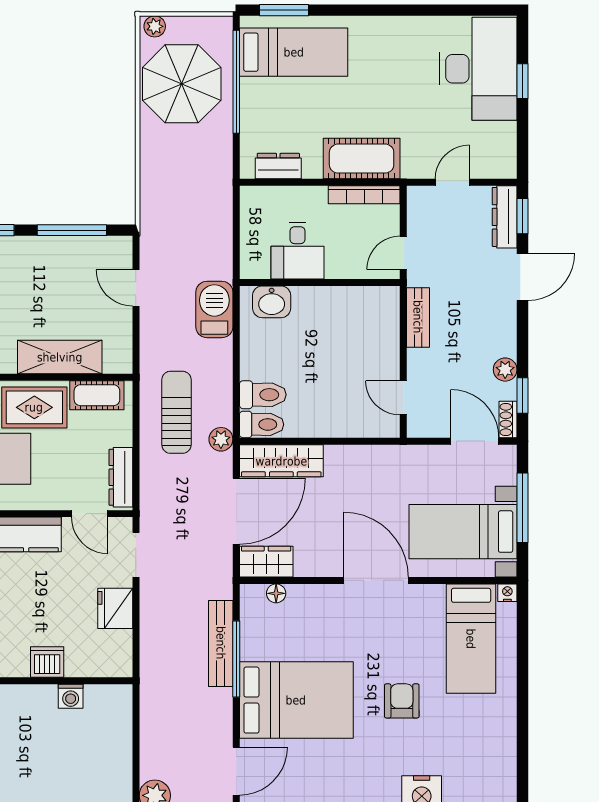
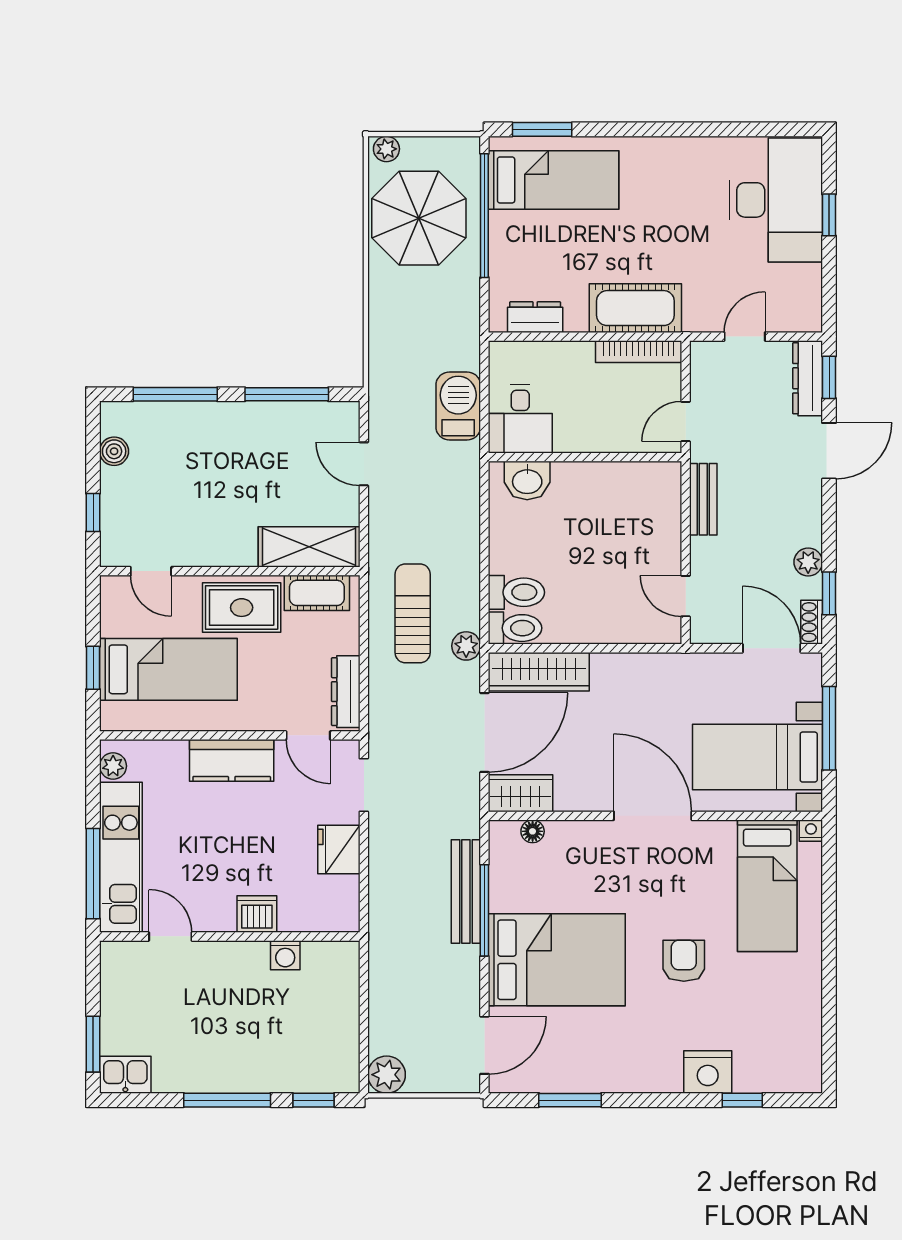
desk: (297, 251) -> (520, 419), moved
barbecue: (214, 309) -> (458, 406), moved
shelving: (60, 357) -> (309, 547), moved

